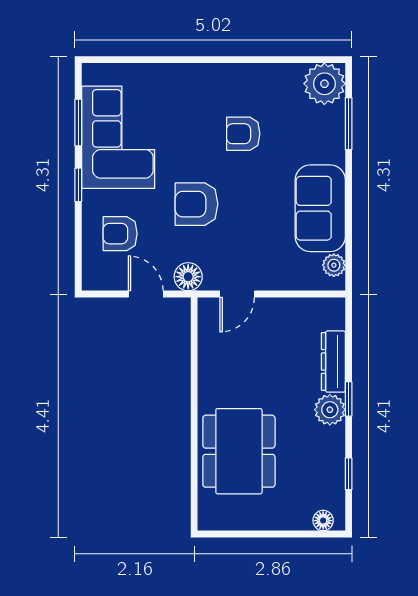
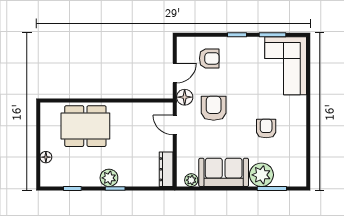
plant: (324, 84) -> (261, 175), moved
corner sofa: (118, 137) -> (286, 66), moved, turned 90
armchair: (196, 204) -> (214, 108), moved
armchair: (120, 234) -> (209, 58), turned 90
dresser: (333, 362) -> (166, 169), moved, turned -90
floor lamp: (323, 521) -> (46, 157), moved

